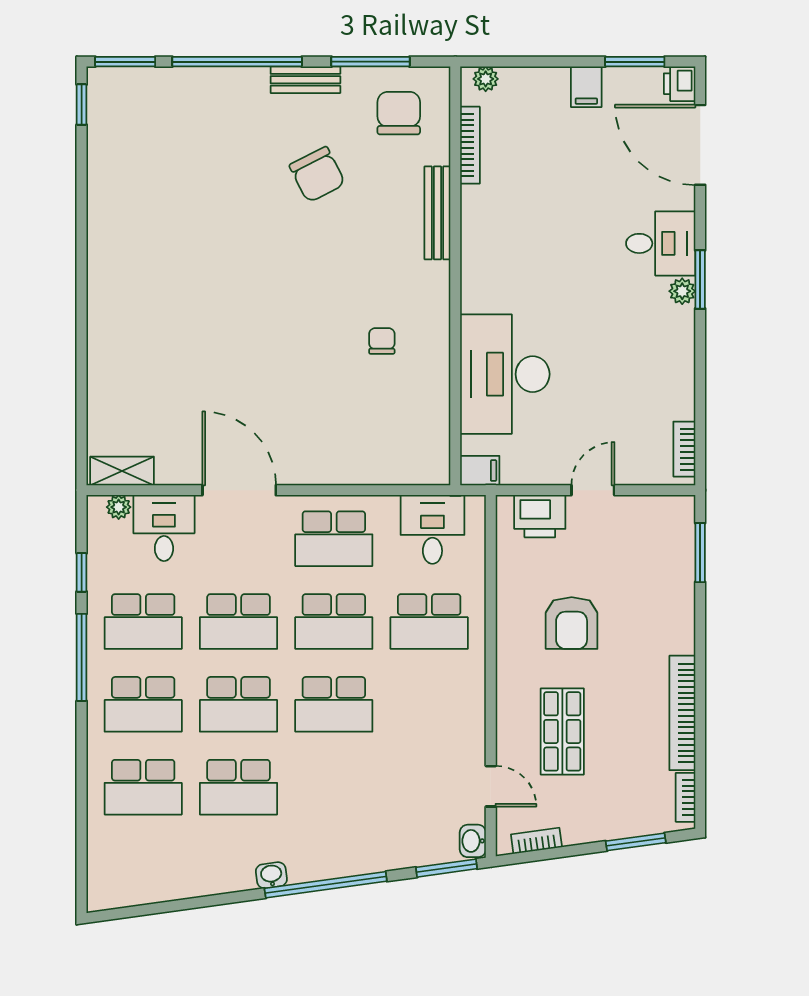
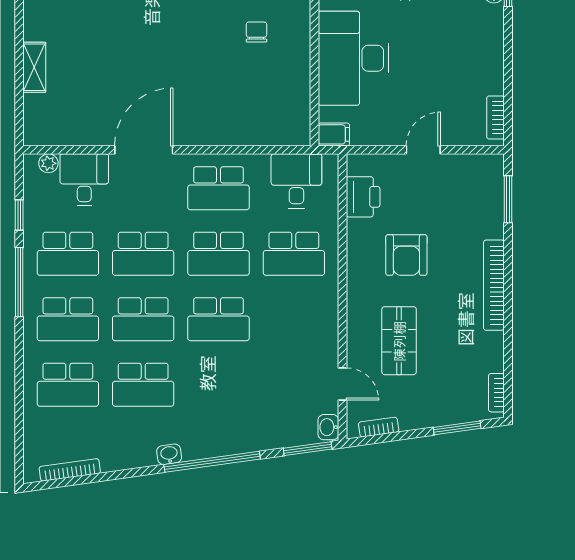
shelving: (122, 471) -> (34, 67), moved, turned 90
door: (239, 490) -> (144, 150), hinge flipped
printer: (540, 516) -> (363, 197), moved, turned -90
bookcase: (682, 713) -> (494, 285), moved
bookcase: (146, 895) -> (70, 470), added

